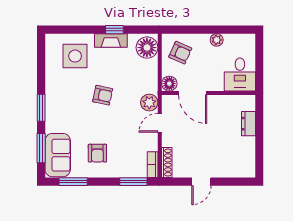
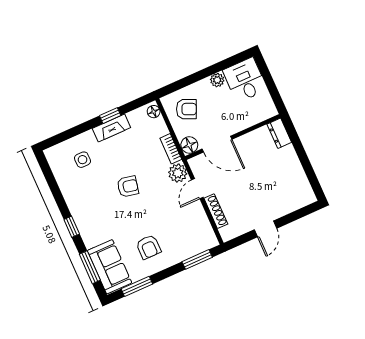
floor lamp: (147, 48) -> (154, 112), width x0.53, depth x0.53
side table: (75, 56) -> (83, 160), width x0.54, depth x0.54
desk: (240, 74) -> (245, 80), moved, turned 180
window: (41, 108) -> (72, 227), width x0.67
dresser: (248, 124) -> (279, 133), moved
shoe rack: (167, 163) -> (216, 211), moved
bookcase: (153, 165) -> (171, 149), moved

